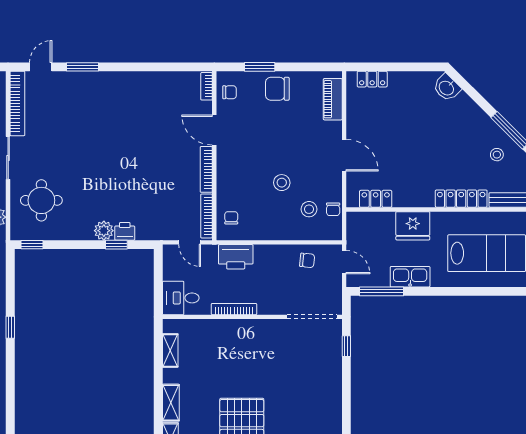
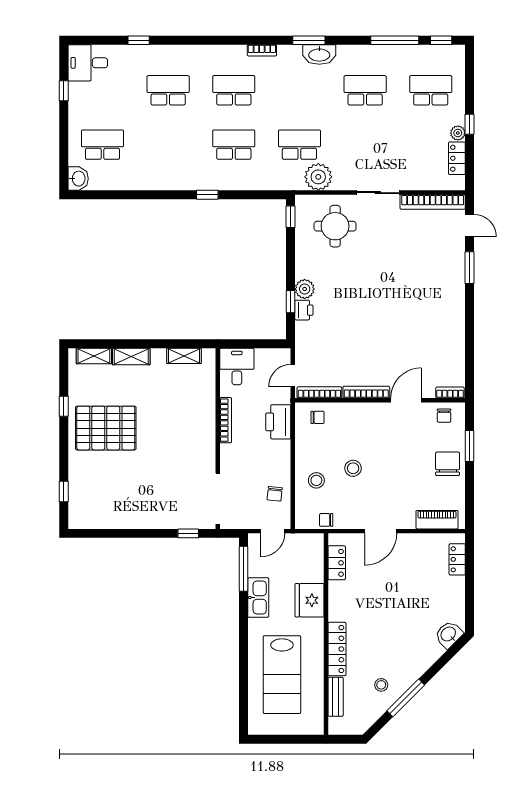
stool: (309, 209) -> (316, 480), moved

